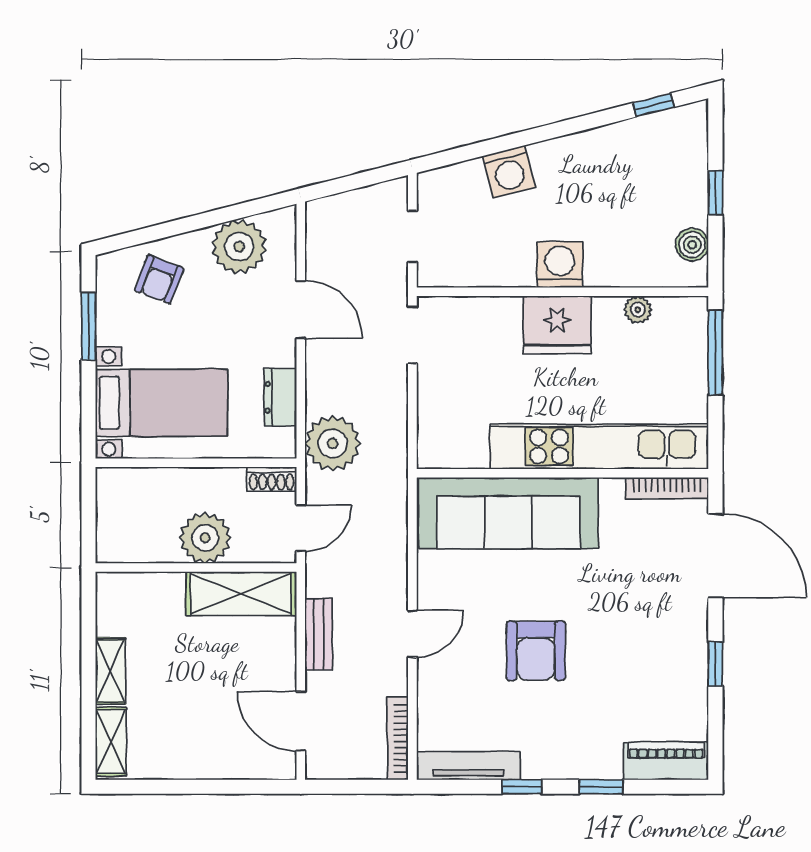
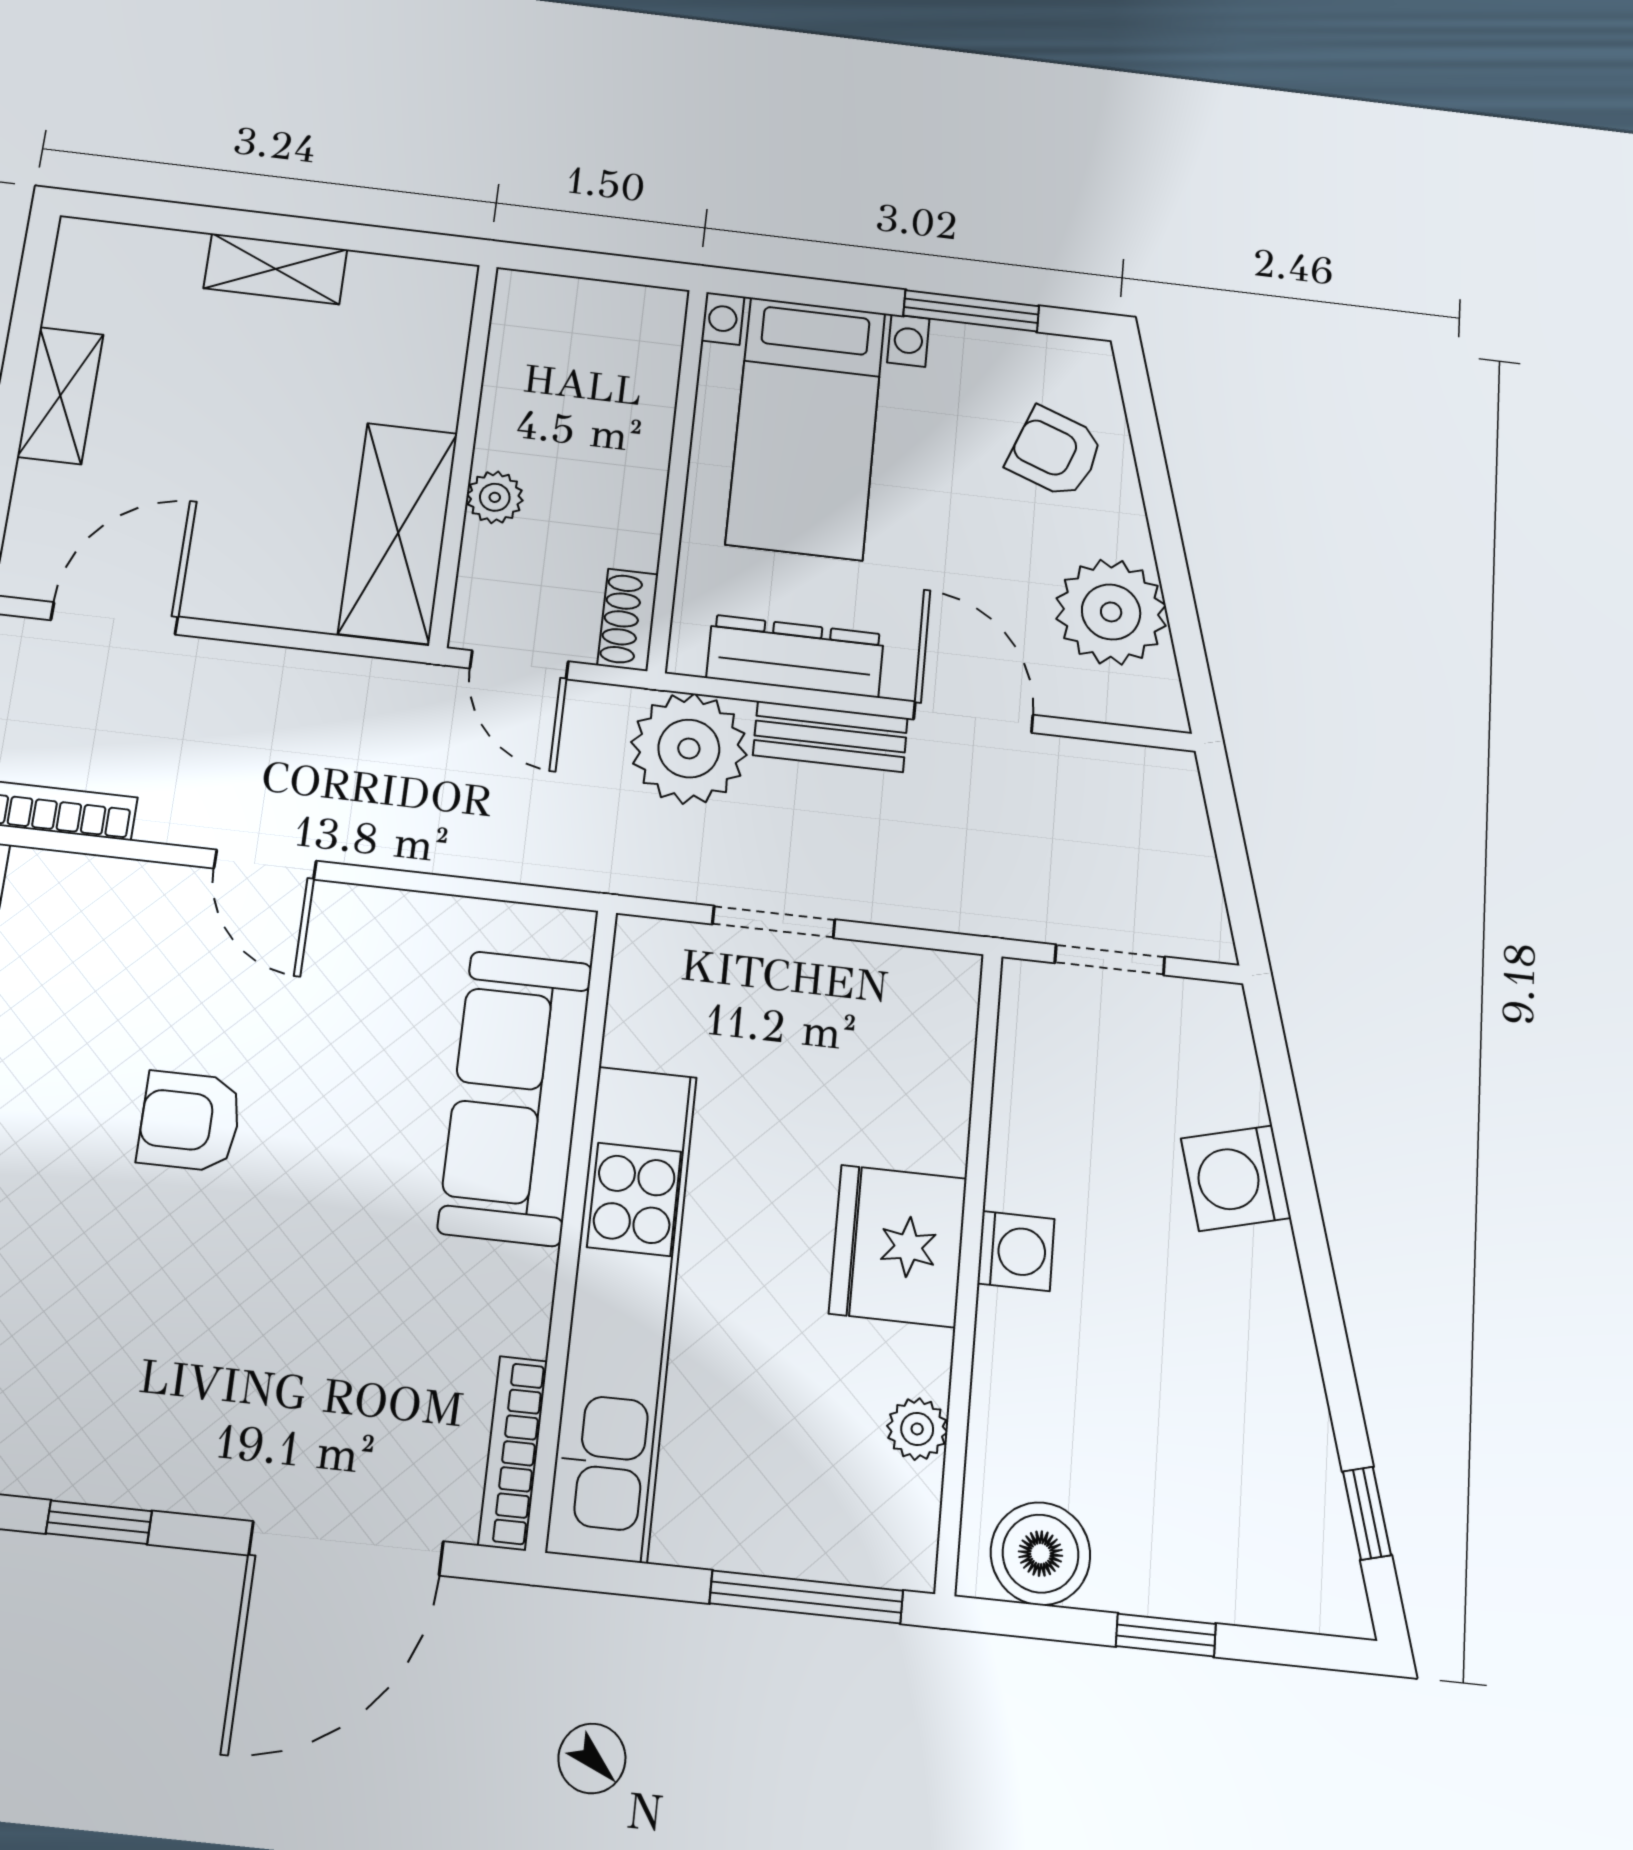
boiler: (692, 245) -> (1040, 1554), width x1.36, depth x1.36
washing machine: (560, 265) -> (1016, 1251), width x0.73, depth x0.73
door: (301, 309) -> (973, 717), swing flipped
doorway: (412, 335) -> (774, 922), moved
dresser: (280, 397) -> (795, 656), width x1.44
sofa: (508, 513) -> (515, 1097), width x0.74, depth x0.79
plant: (205, 538) -> (495, 497), width x0.53, depth x0.53
bench: (319, 634) -> (830, 737), moved
armchair: (536, 651) -> (190, 1121), width x0.72, depth x0.72
shelving: (111, 742) -> (60, 395), moved, turned 90

